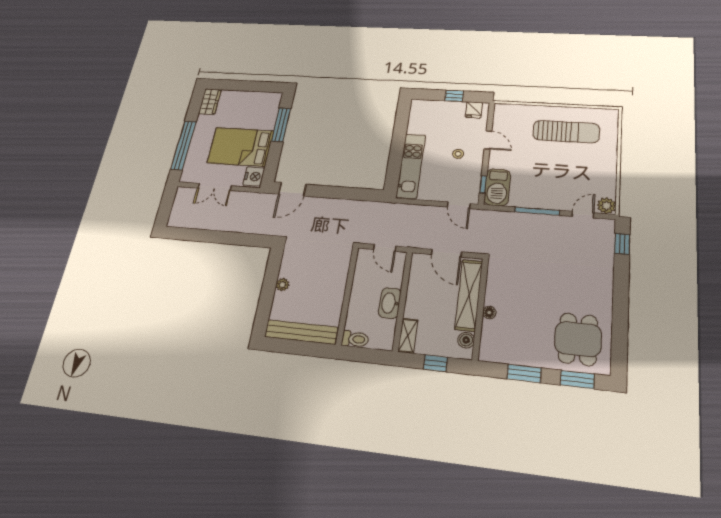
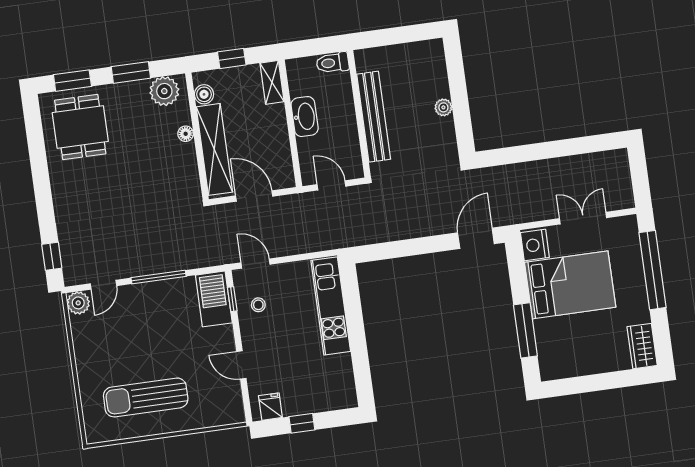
stool: (458, 154) -> (258, 305), moved
bench: (301, 332) -> (374, 117), moved, turned 90
plant: (499, 351) -> (164, 91), added

